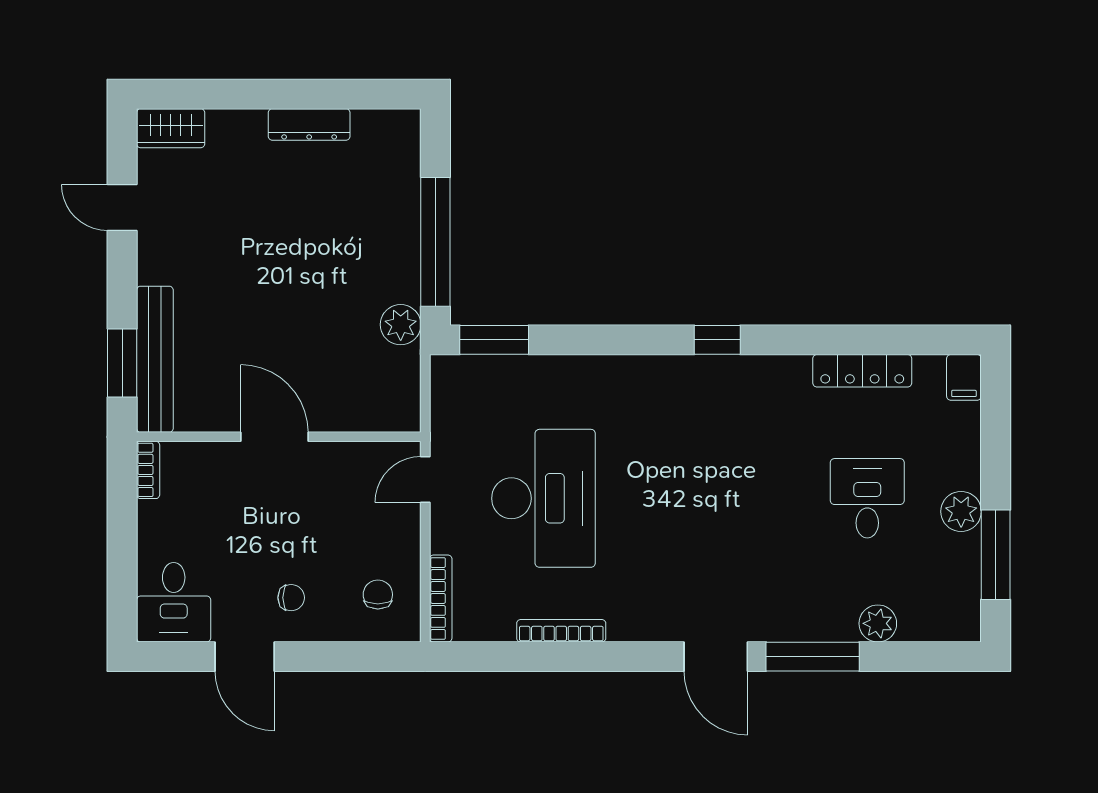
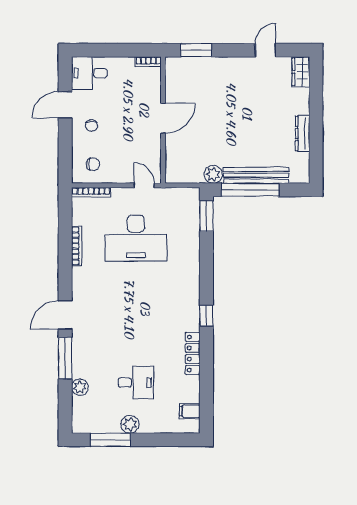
bench: (155, 359) -> (256, 175), moved
locker: (862, 371) -> (193, 354), moved
filing cabinet: (964, 377) -> (190, 411), moved

